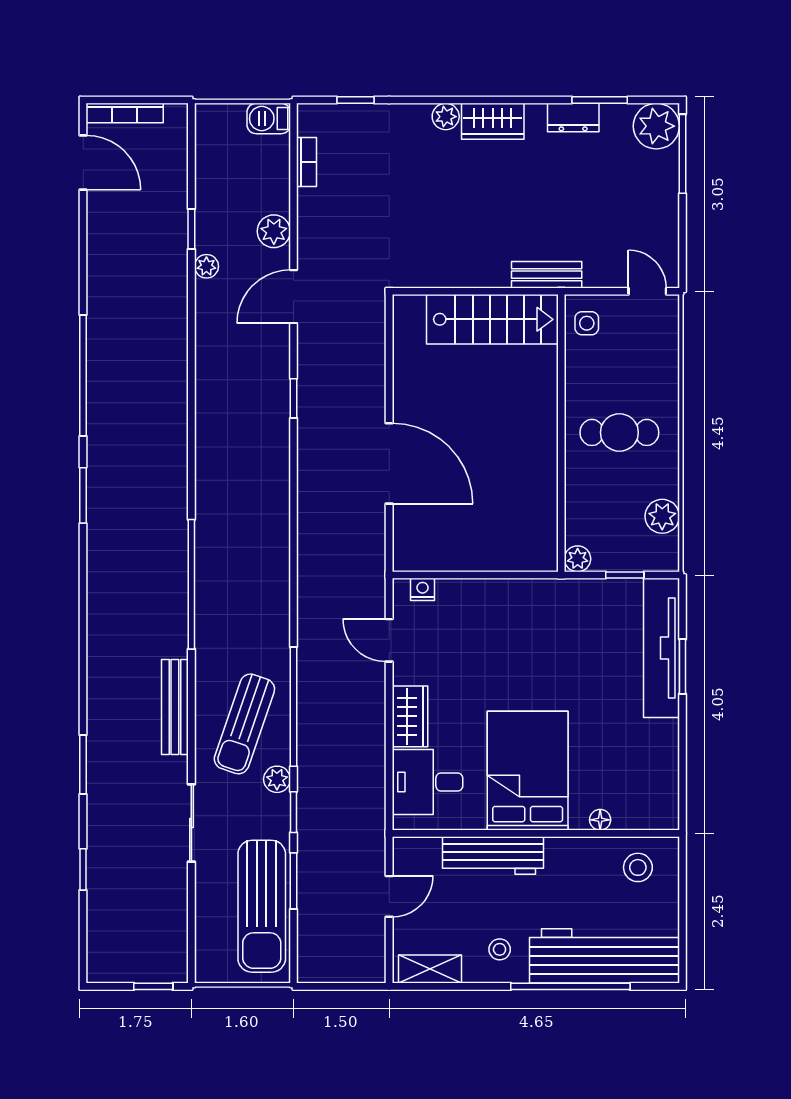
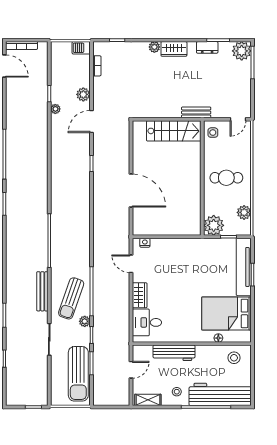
door: (647, 291) -> (238, 119), swing flipped
plant: (578, 559) -> (214, 225), width x1.87, depth x1.87
bed: (528, 771) -> (226, 313), moved, turned -90

